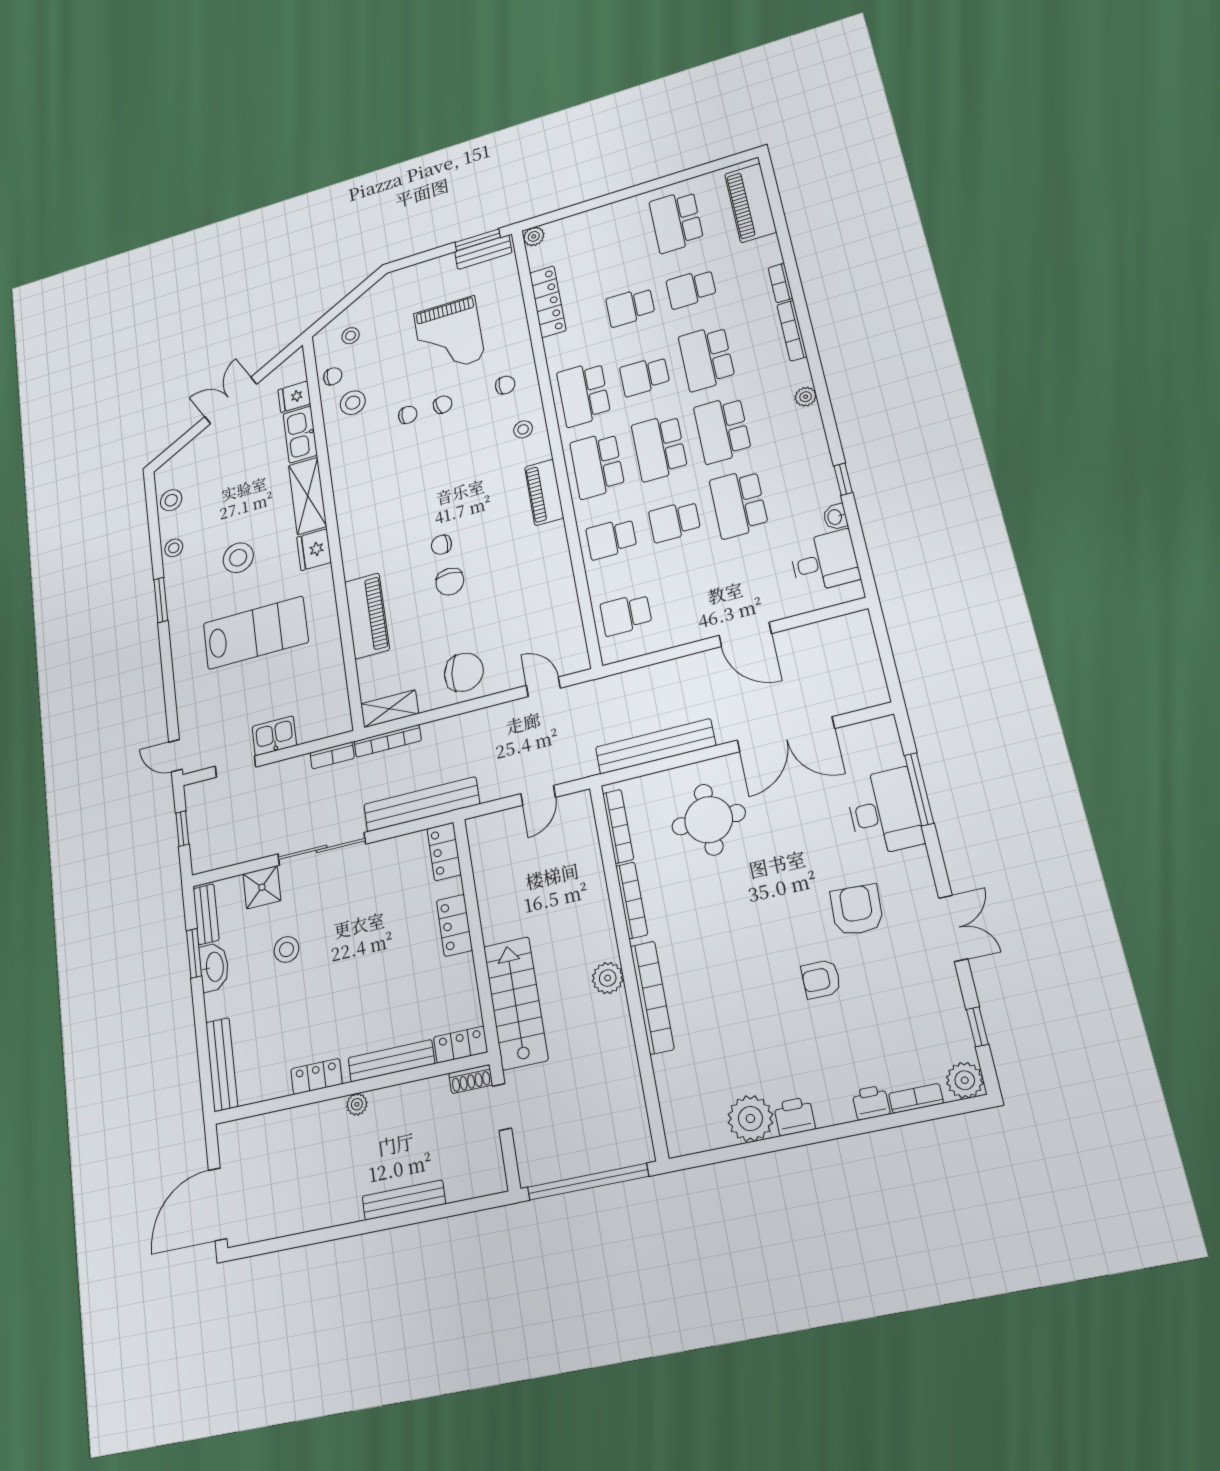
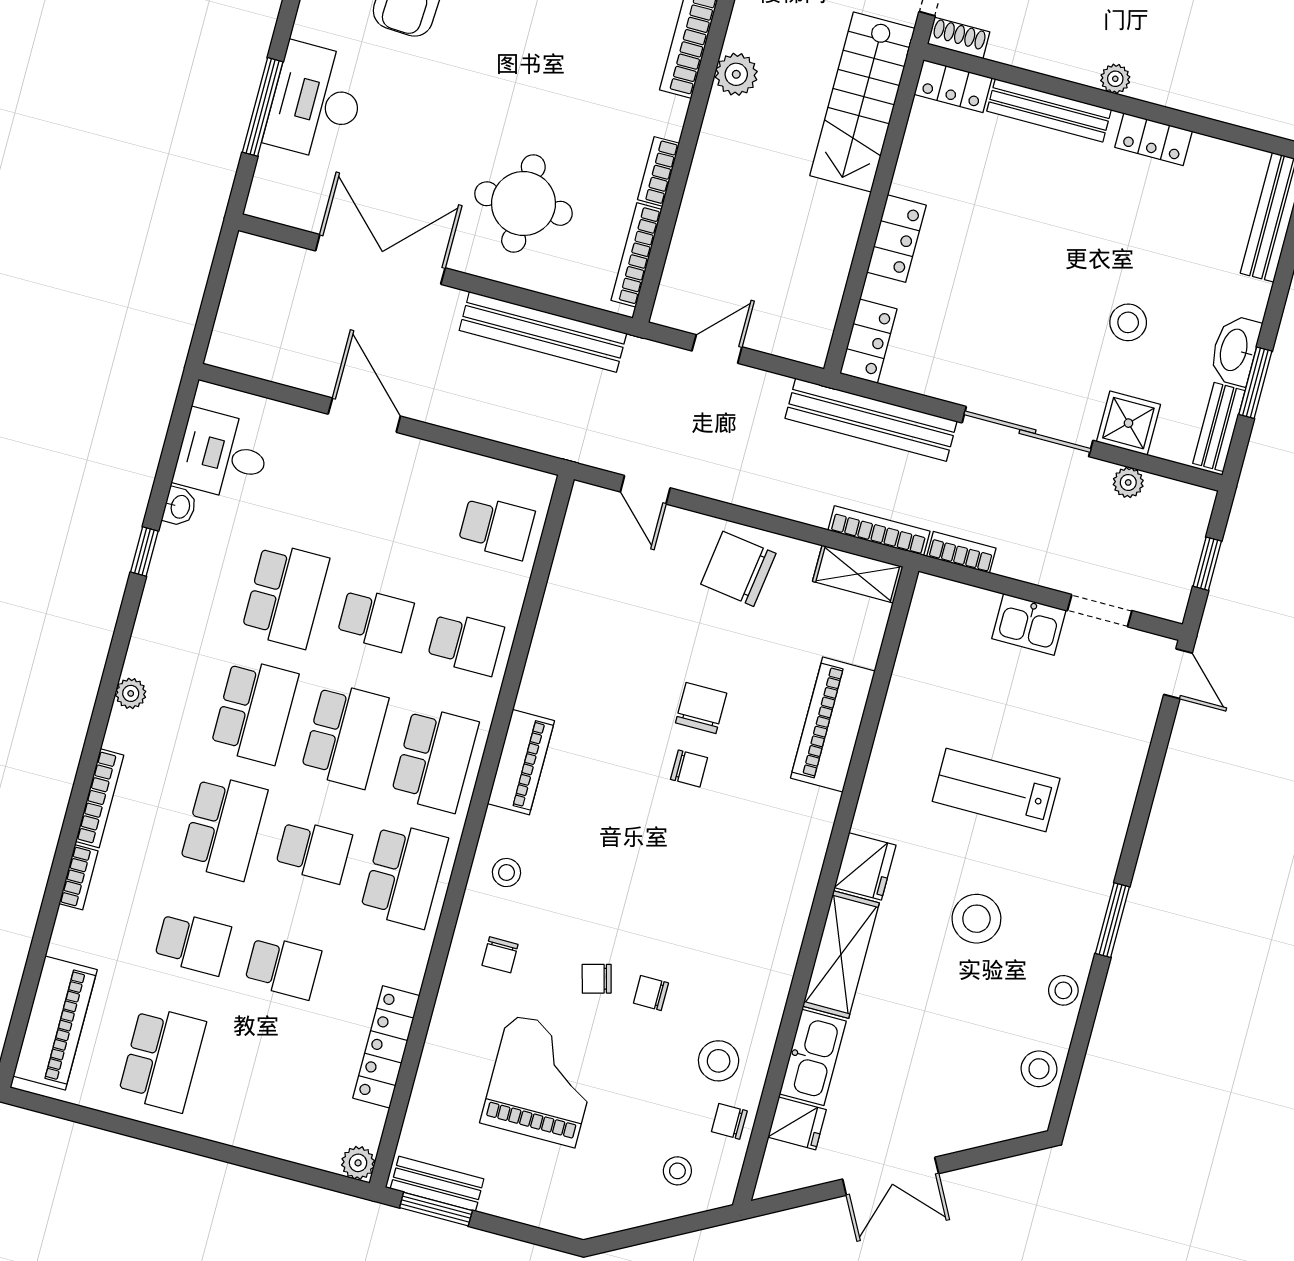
chair: (505, 385) -> (500, 955), turned -90
lab bench: (256, 633) -> (996, 790), width x0.73, depth x0.72
plant: (248, 851) -> (1128, 482), added
bookcase: (632, 900) -> (658, 171), width x0.64

